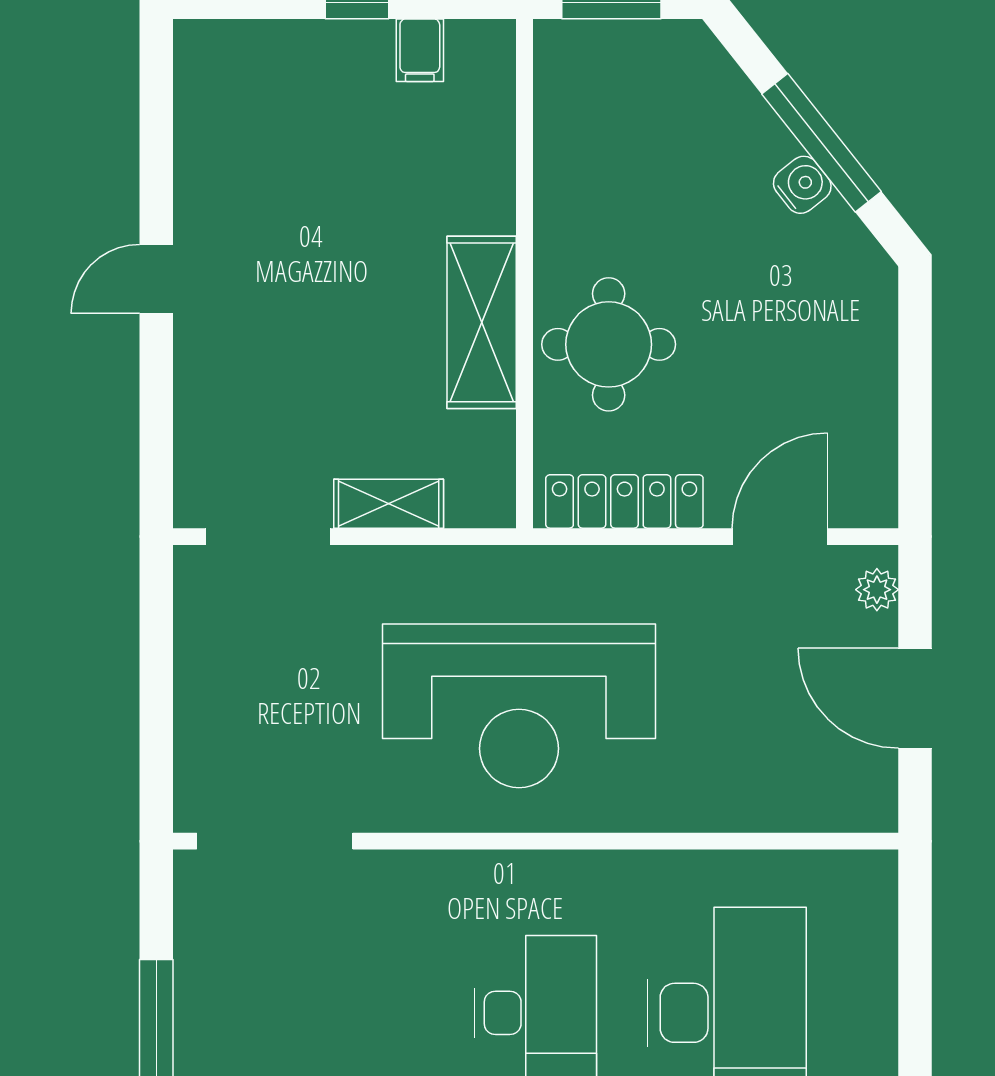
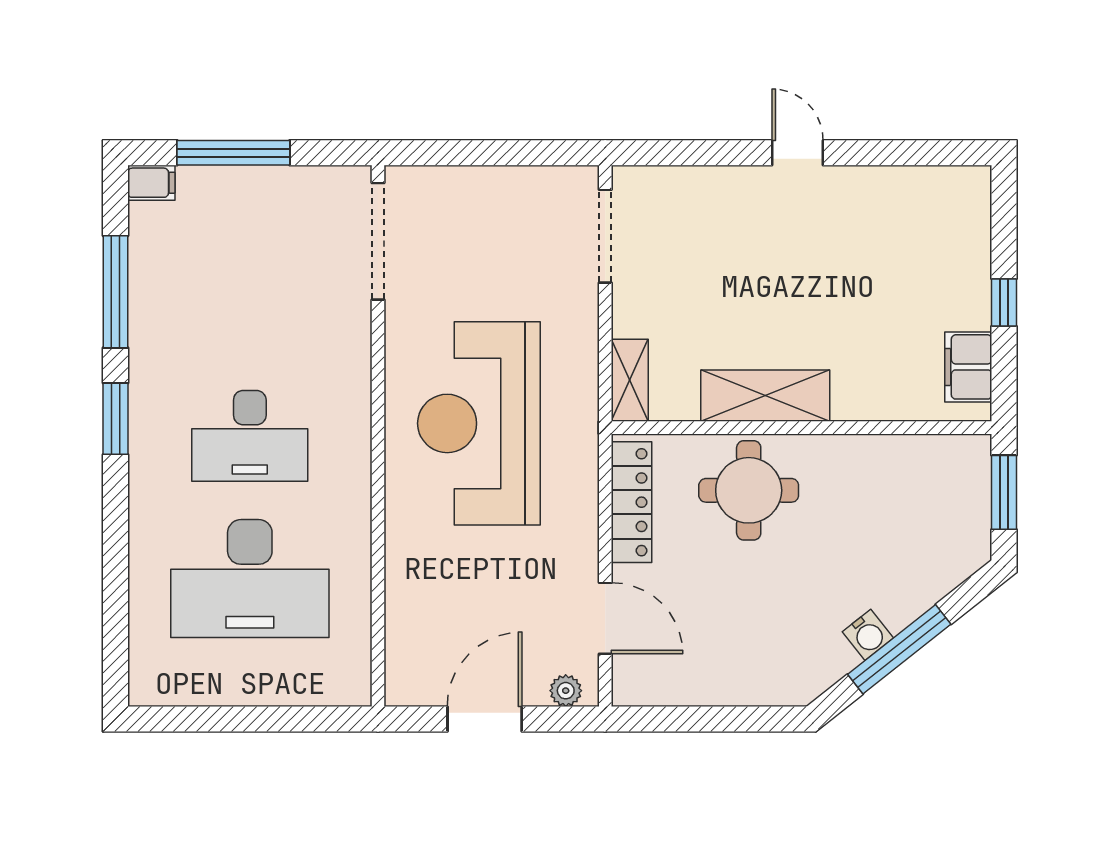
filing cabinet: (420, 50) -> (968, 367), width x2.00
shelving: (389, 504) -> (630, 380), moved

